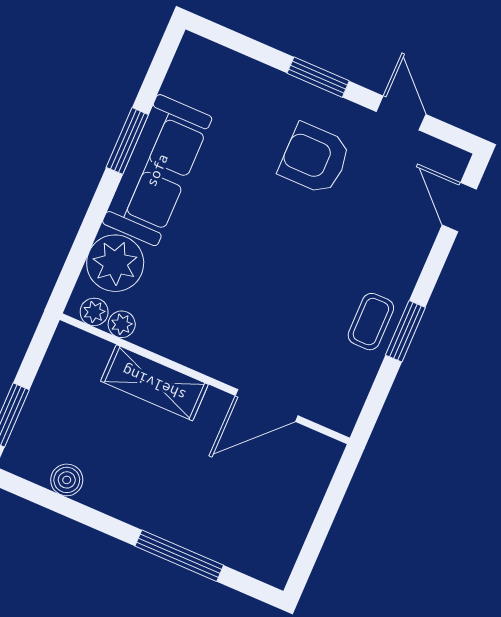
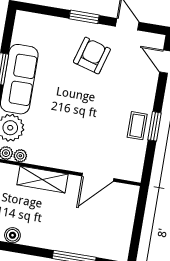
armchair: (315, 159) -> (92, 56), turned 106

